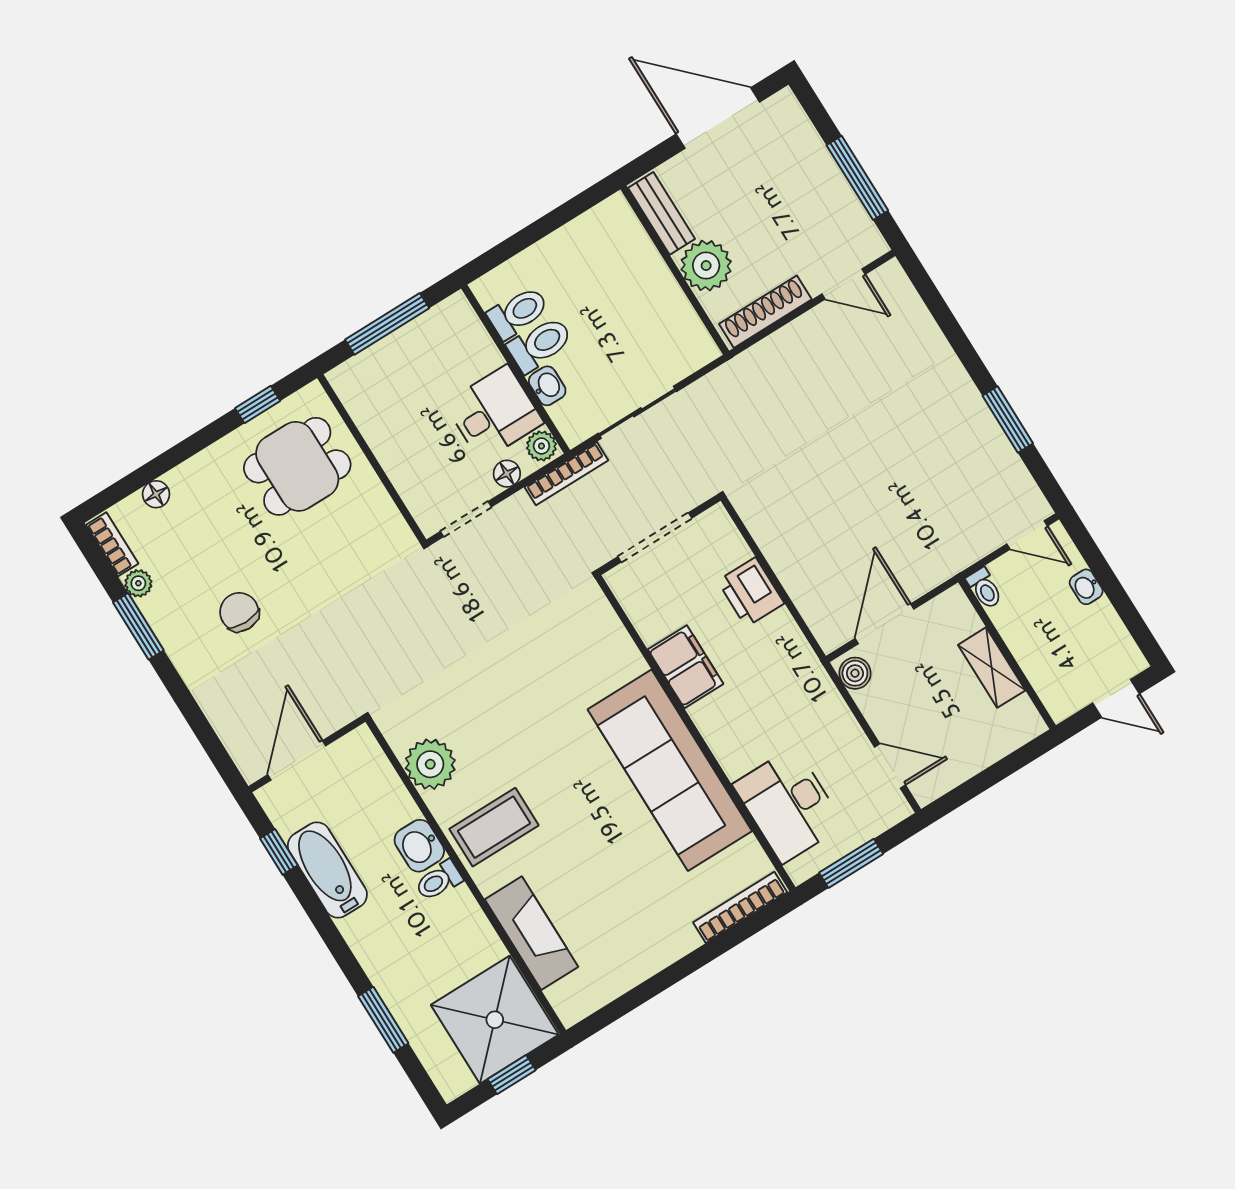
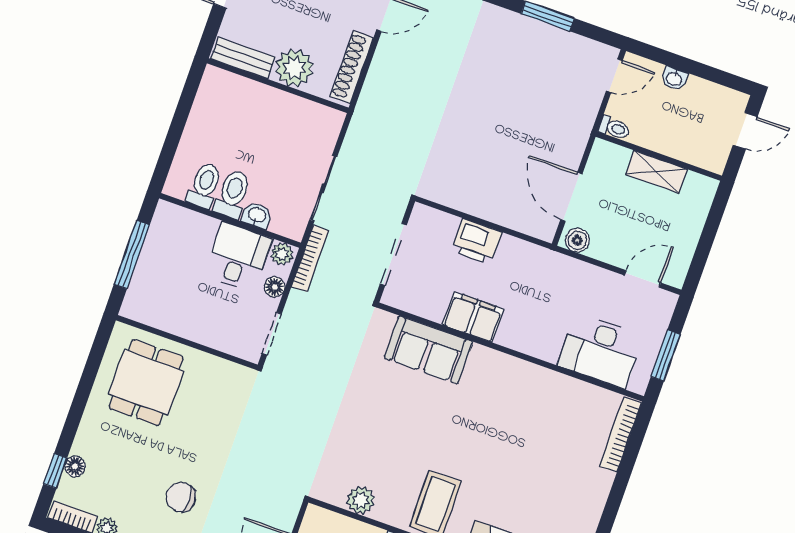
window: (258, 404) -> (55, 471), moved
plant: (430, 764) -> (361, 500), width x0.73, depth x0.73
sofa: (670, 770) -> (428, 350), moved, width x0.54, depth x0.79

